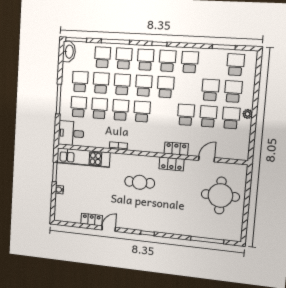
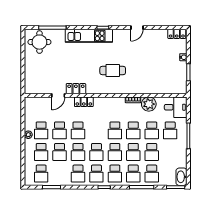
school desk: (80, 82) -> (78, 152), moved
plant: (101, 140) -> (149, 104), added
kitchen unit: (83, 158) -> (89, 36), moved, turned 180
locker: (172, 164) -> (76, 89), moved
round table: (220, 195) -> (39, 42), moved, width x0.73, depth x0.73
locker: (92, 220) -> (177, 34), moved

